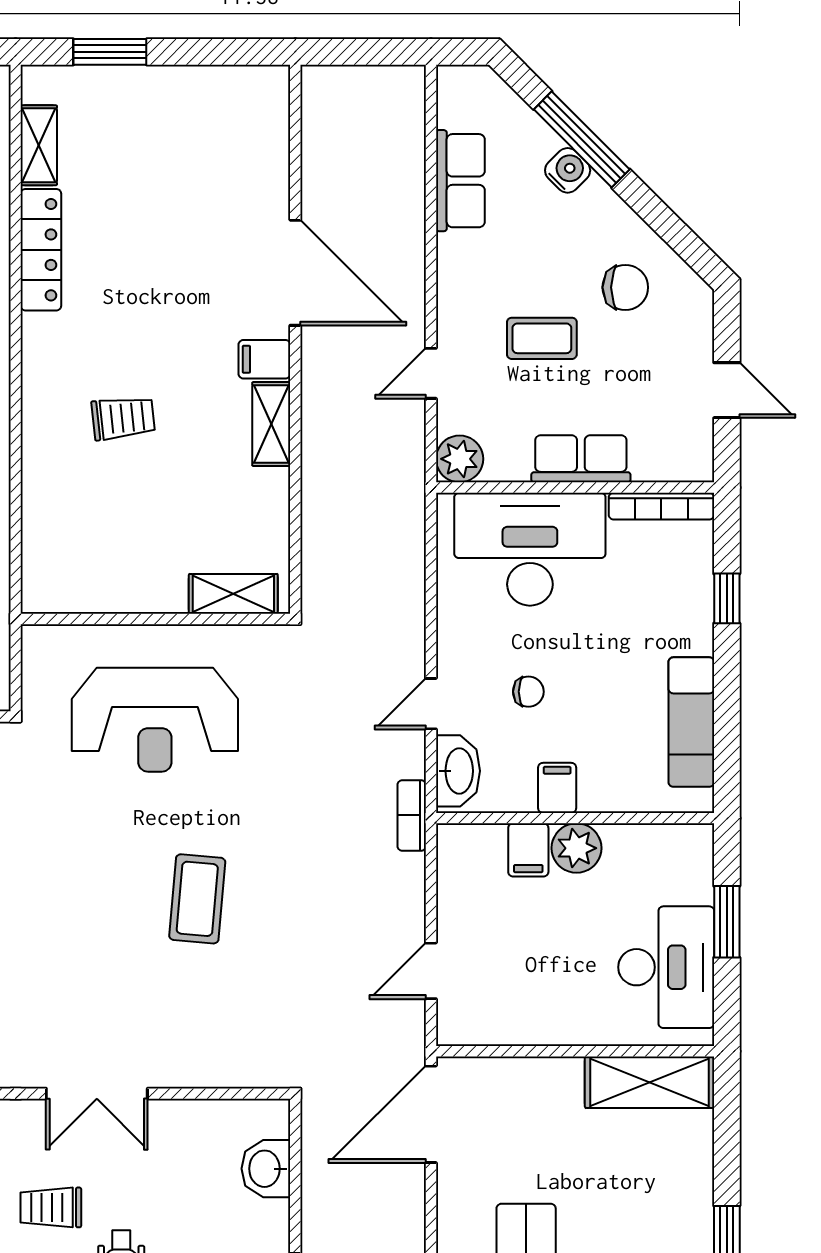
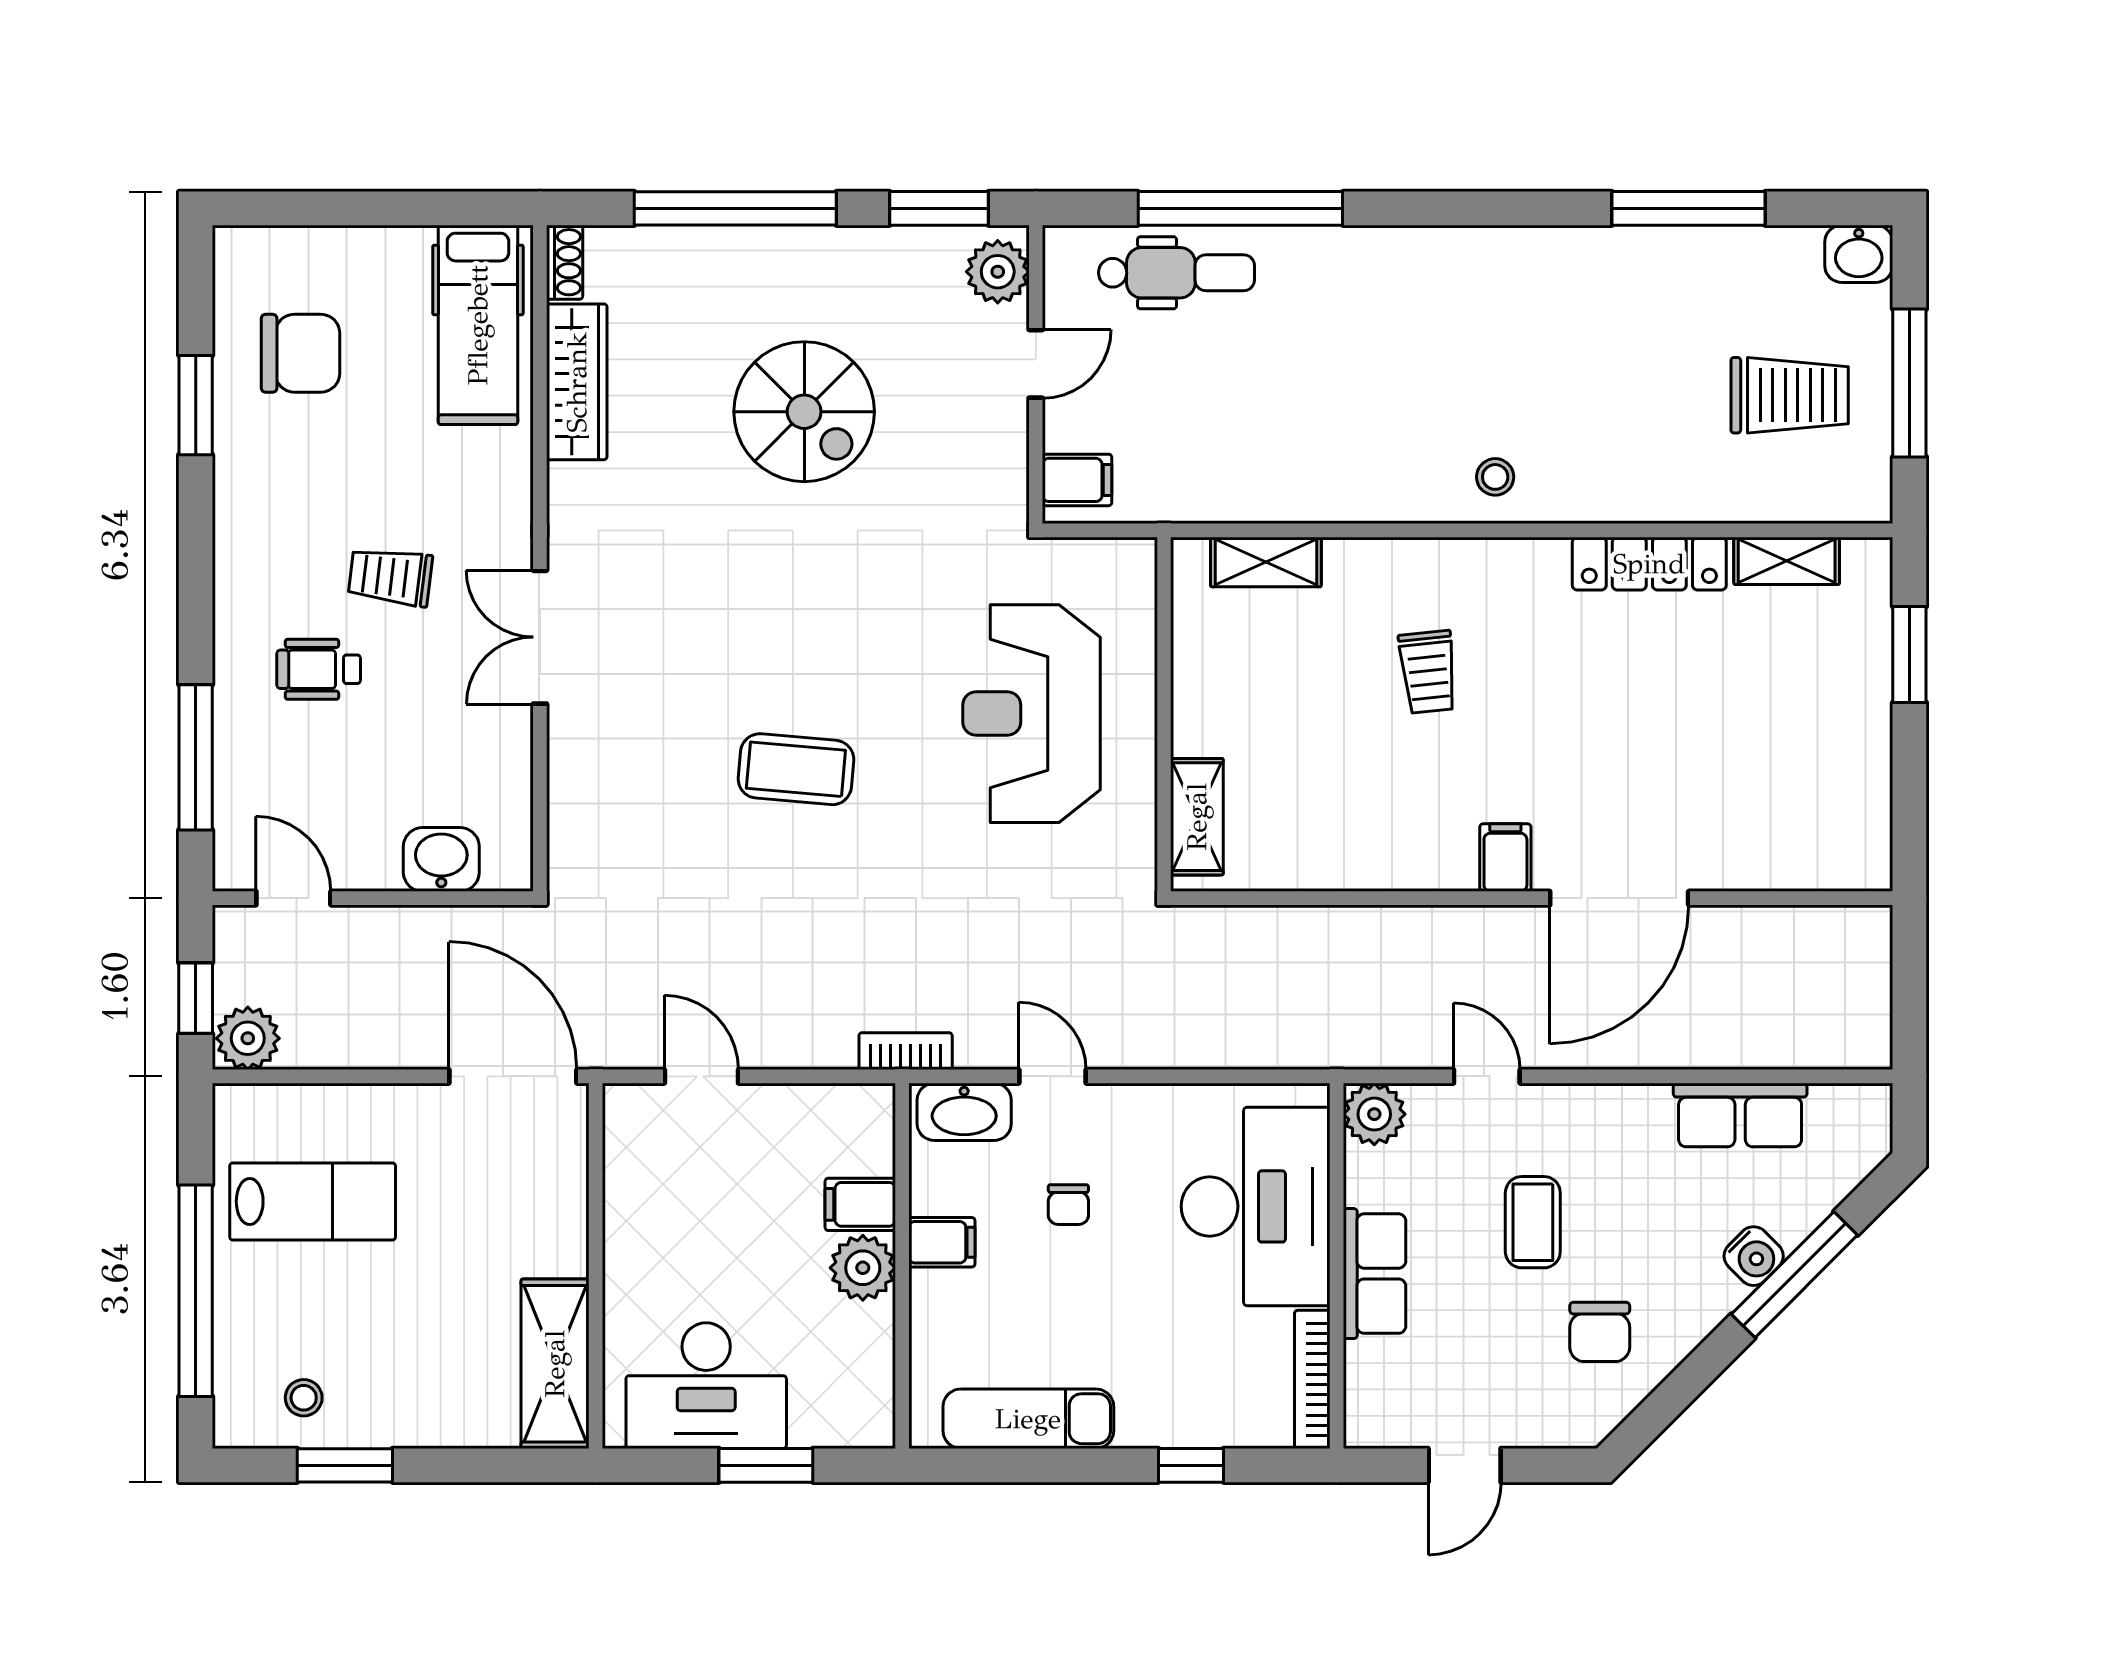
shelving: (271, 424) -> (1266, 562), moved
trolley: (51, 1207) -> (390, 577), turned -83

